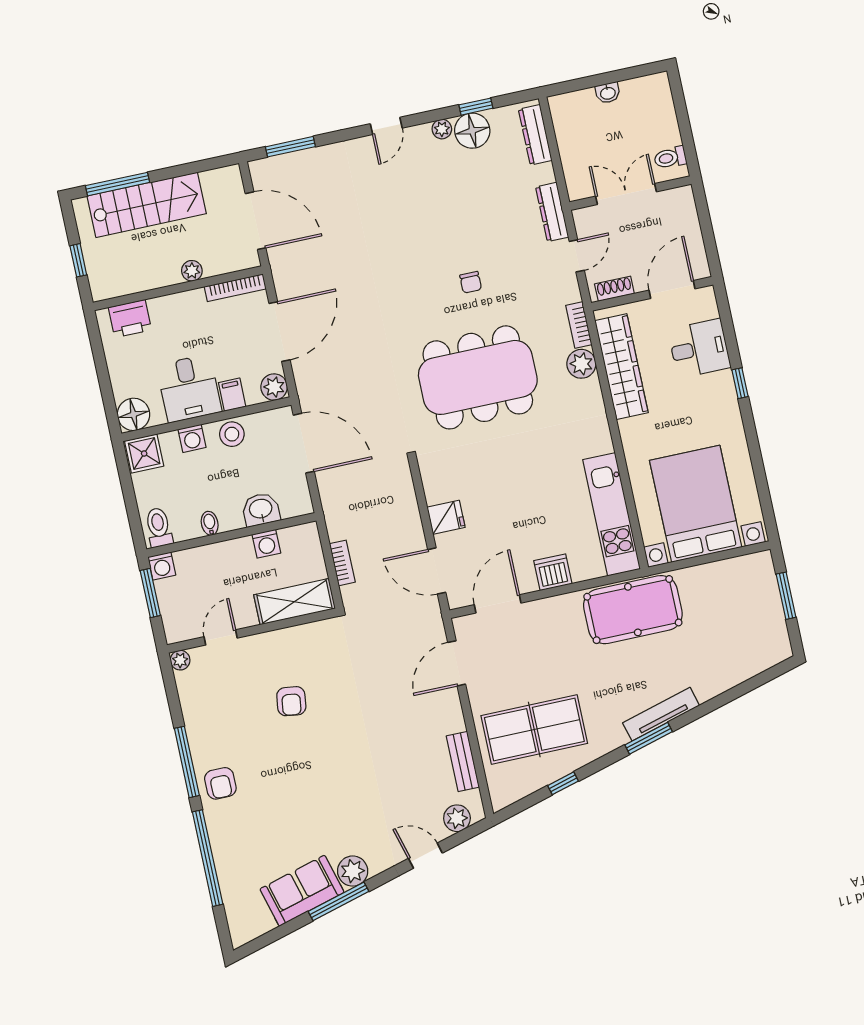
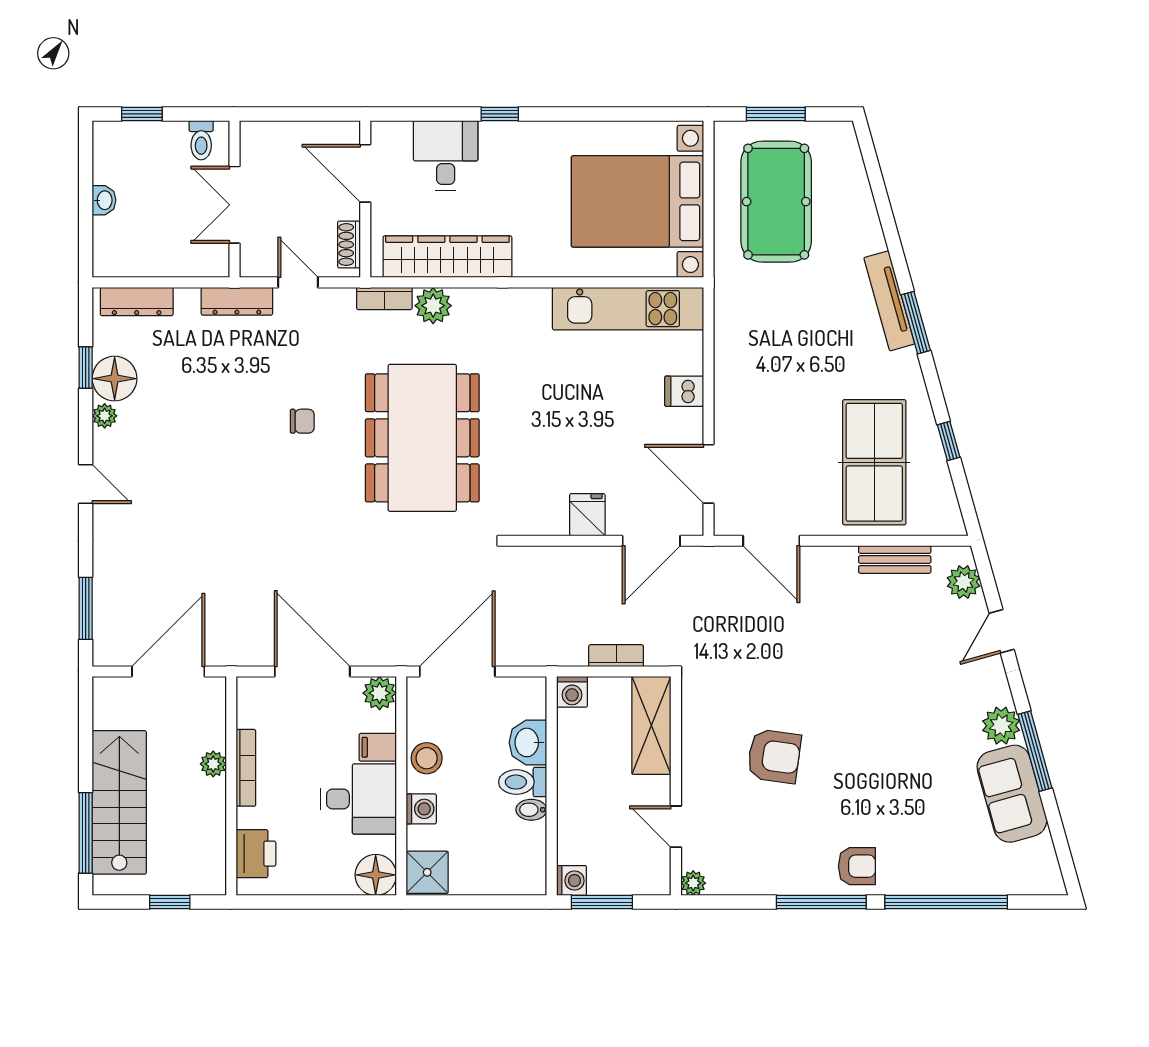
window: (680, 108) -> (142, 114), added
bookcase: (235, 288) -> (246, 768), moved
toilet: (159, 527) -> (523, 782), moved
washing machine: (266, 544) -> (572, 692), moved, turned 90
dishwasher: (553, 572) -> (684, 391), width x0.73
pool table: (633, 610) -> (776, 202), moved
armchair: (291, 701) -> (774, 756), width x1.38, depth x1.38

